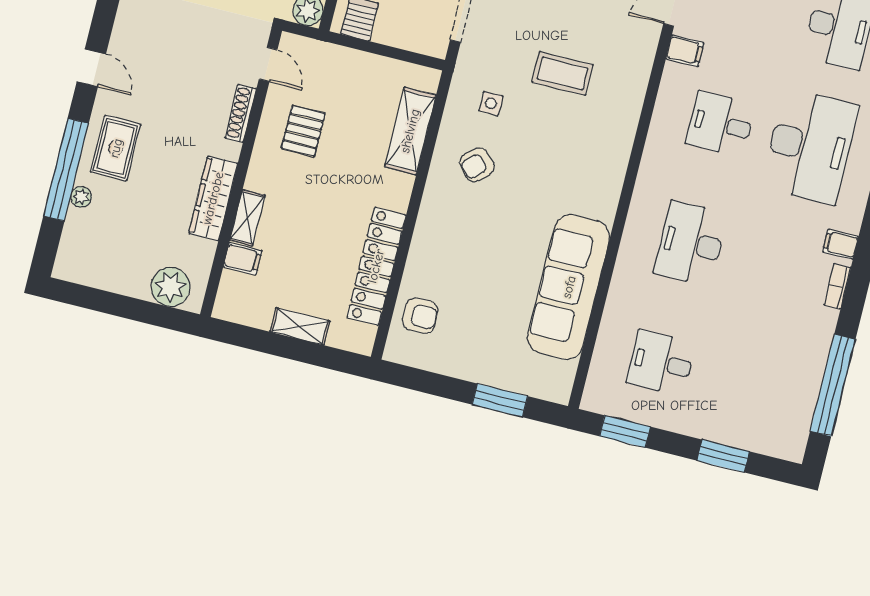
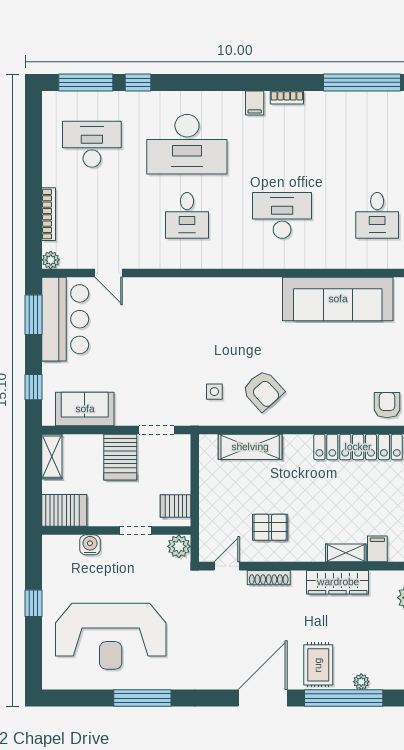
filing cabinet: (685, 51) -> (139, 256), removed
door: (91, 68) -> (263, 698), width x1.87
coffee table: (562, 73) -> (179, 344), removed
desk: (810, 146) -> (187, 144), turned 180
rug: (116, 148) -> (318, 665), turned 90
armchair: (477, 165) -> (263, 391), width x1.38, depth x1.38
desk: (691, 243) -> (282, 215), turned 180

